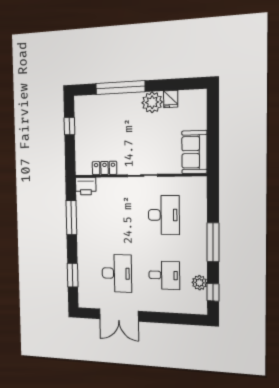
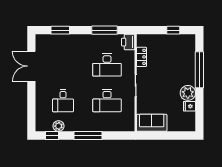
desk: (117, 273) -> (107, 65), moved

